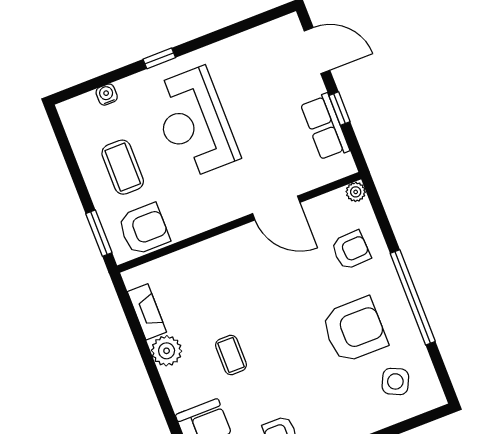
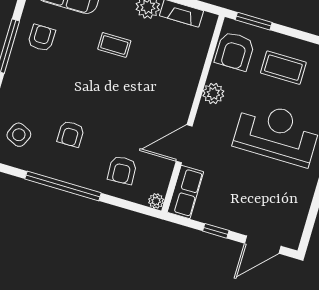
row of seats: (325, 127) -> (185, 192), moved, turned 90
plant: (203, 218) -> (213, 93), added
armchair: (354, 330) -> (71, 134), width x0.53, depth x0.53

